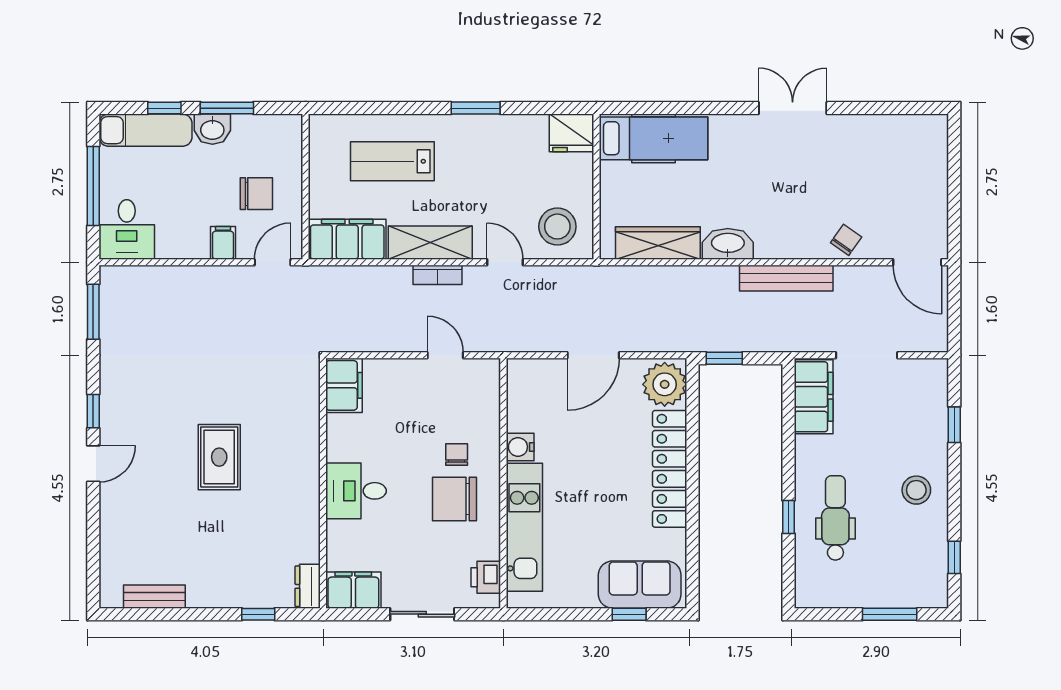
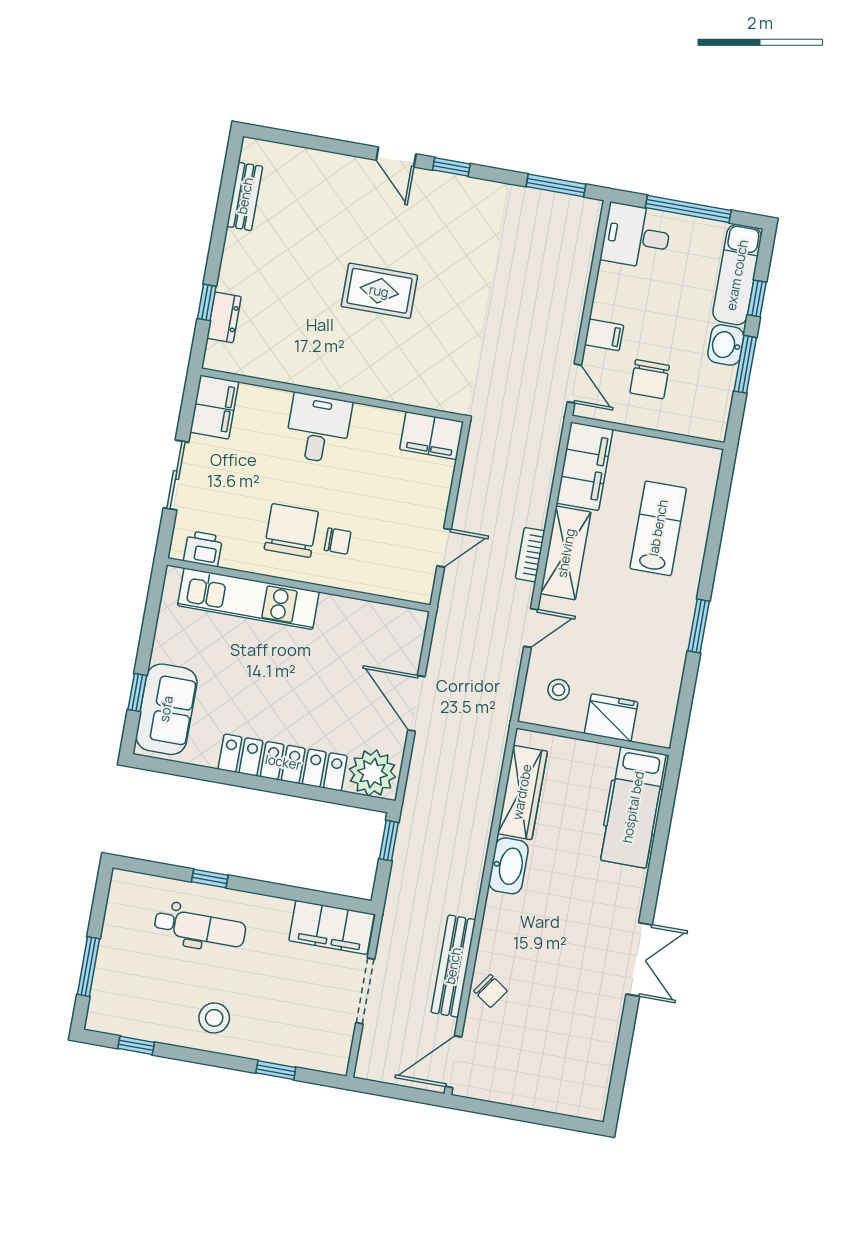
fridge: (571, 133) -> (611, 718), moved, turned 90
stool: (557, 227) -> (559, 690), width x0.53, depth x0.53
bench: (786, 278) -> (453, 966), moved
water cooler: (520, 447) -> (334, 609), removed
dresser: (308, 586) -> (224, 317), moved, turned 90

